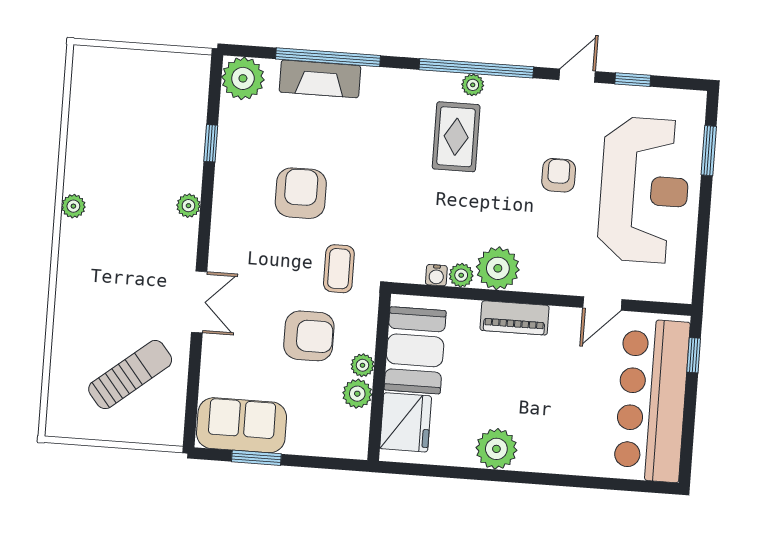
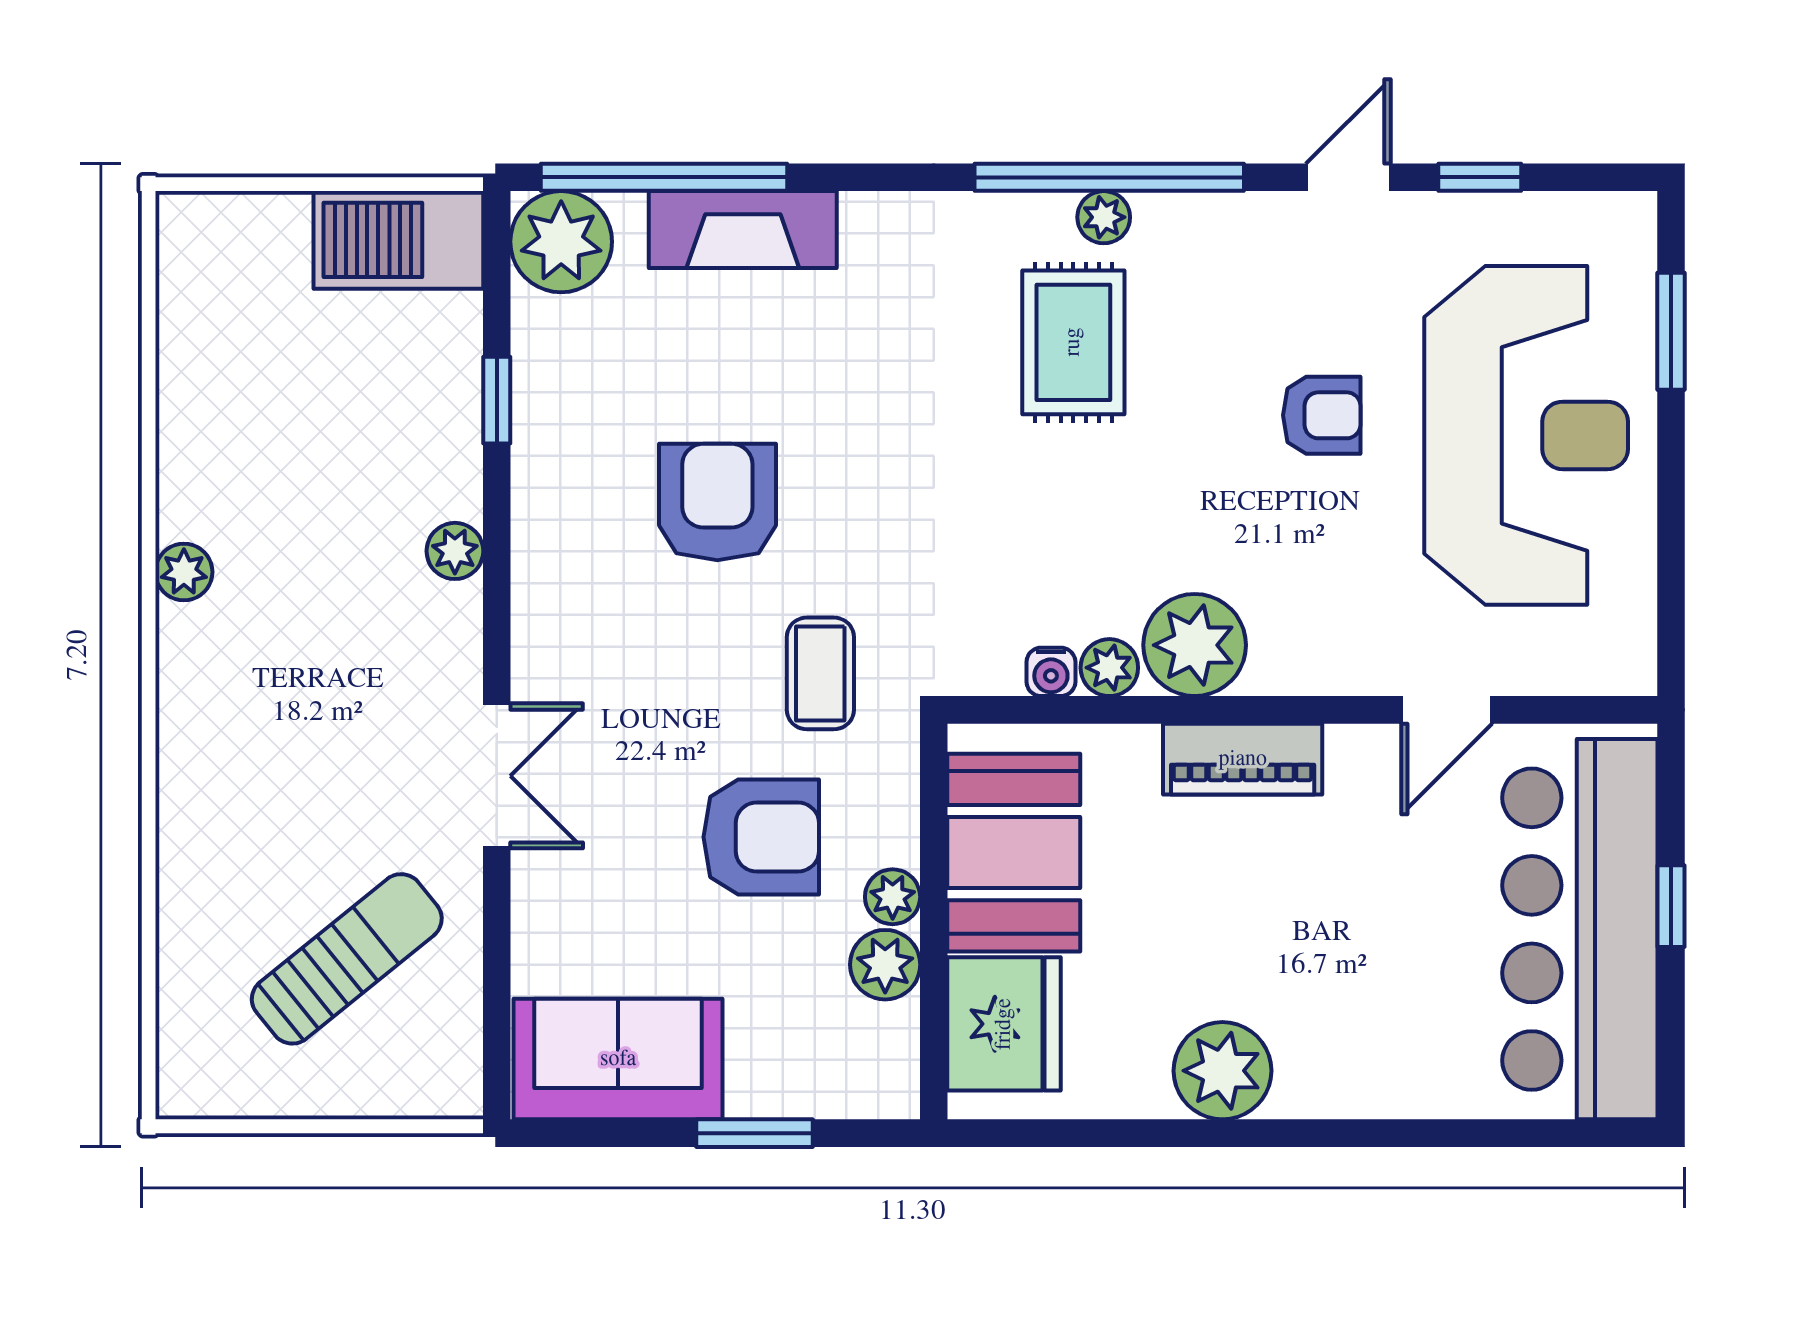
window: (328, 57) -> (664, 177), moved
barbecue: (174, 73) -> (398, 240), added
armchair: (559, 175) -> (1322, 415), turned 90
window: (694, 355) -> (1671, 906), moved
window: (256, 458) -> (754, 1133), moved

